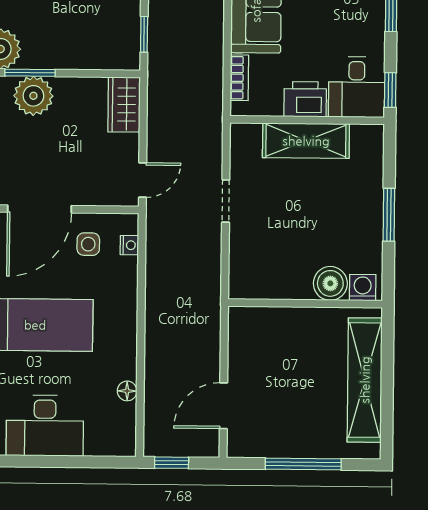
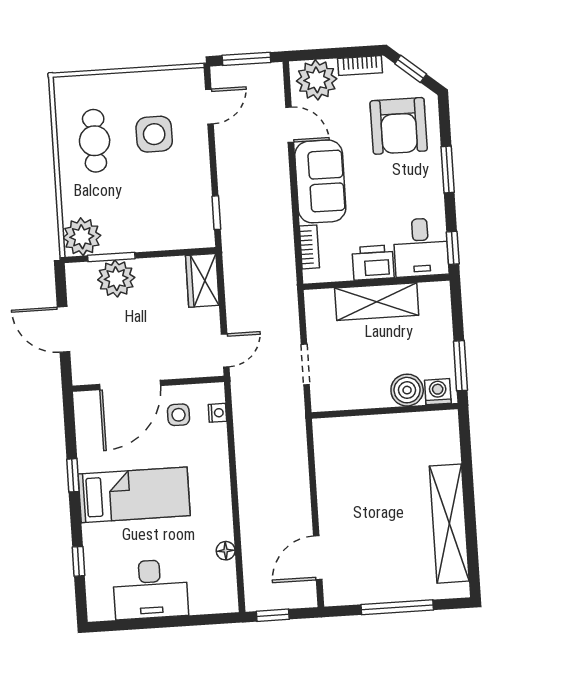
boiler: (330, 283) -> (407, 390), moved
washing machine: (363, 288) -> (438, 392), moved
wall: (305, 303) -> (385, 411), moved

